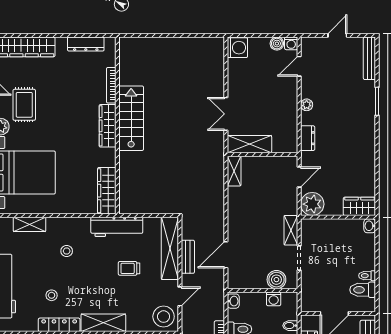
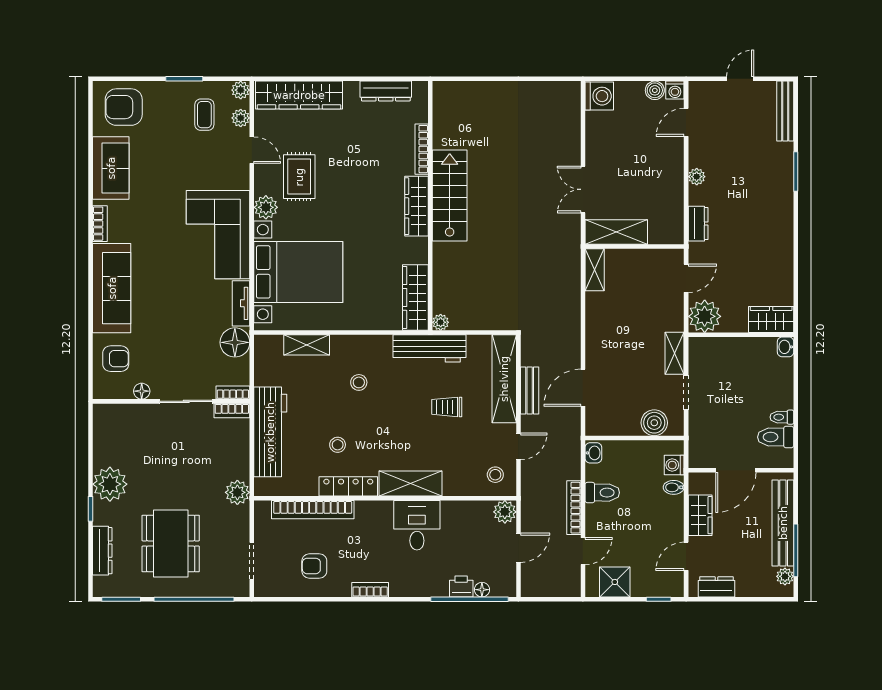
plant: (125, 208) -> (441, 322), added
washing machine: (274, 299) -> (674, 465), moved, turned 90
stool: (164, 317) -> (495, 475), width x0.53, depth x0.53

